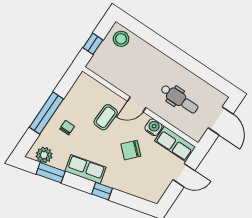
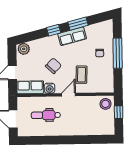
stool: (121, 39) -> (105, 104), moved
plant: (44, 155) -> (24, 49), moved
window: (51, 173) -> (78, 24), moved

